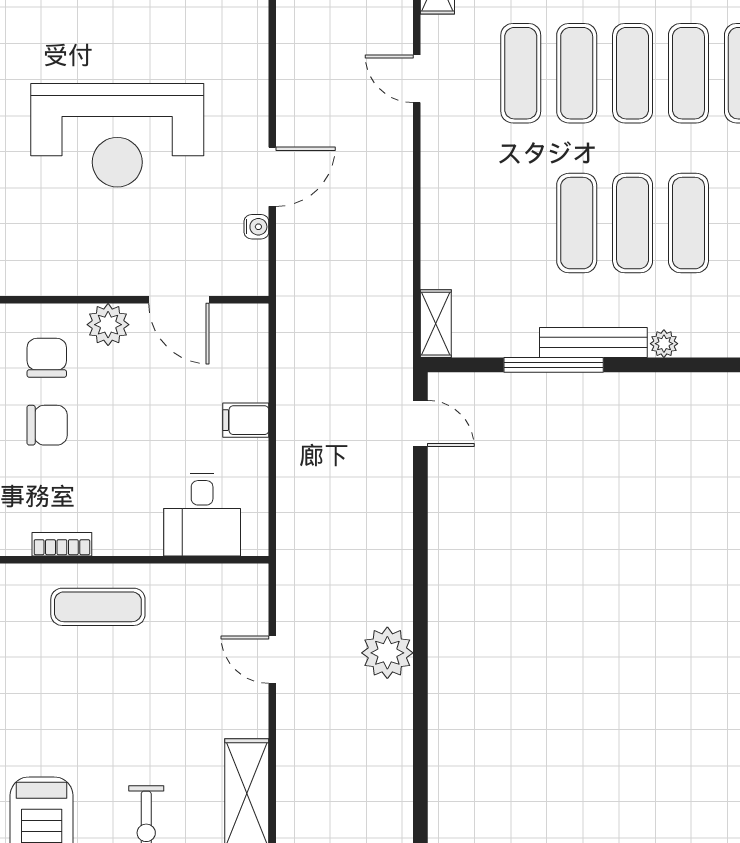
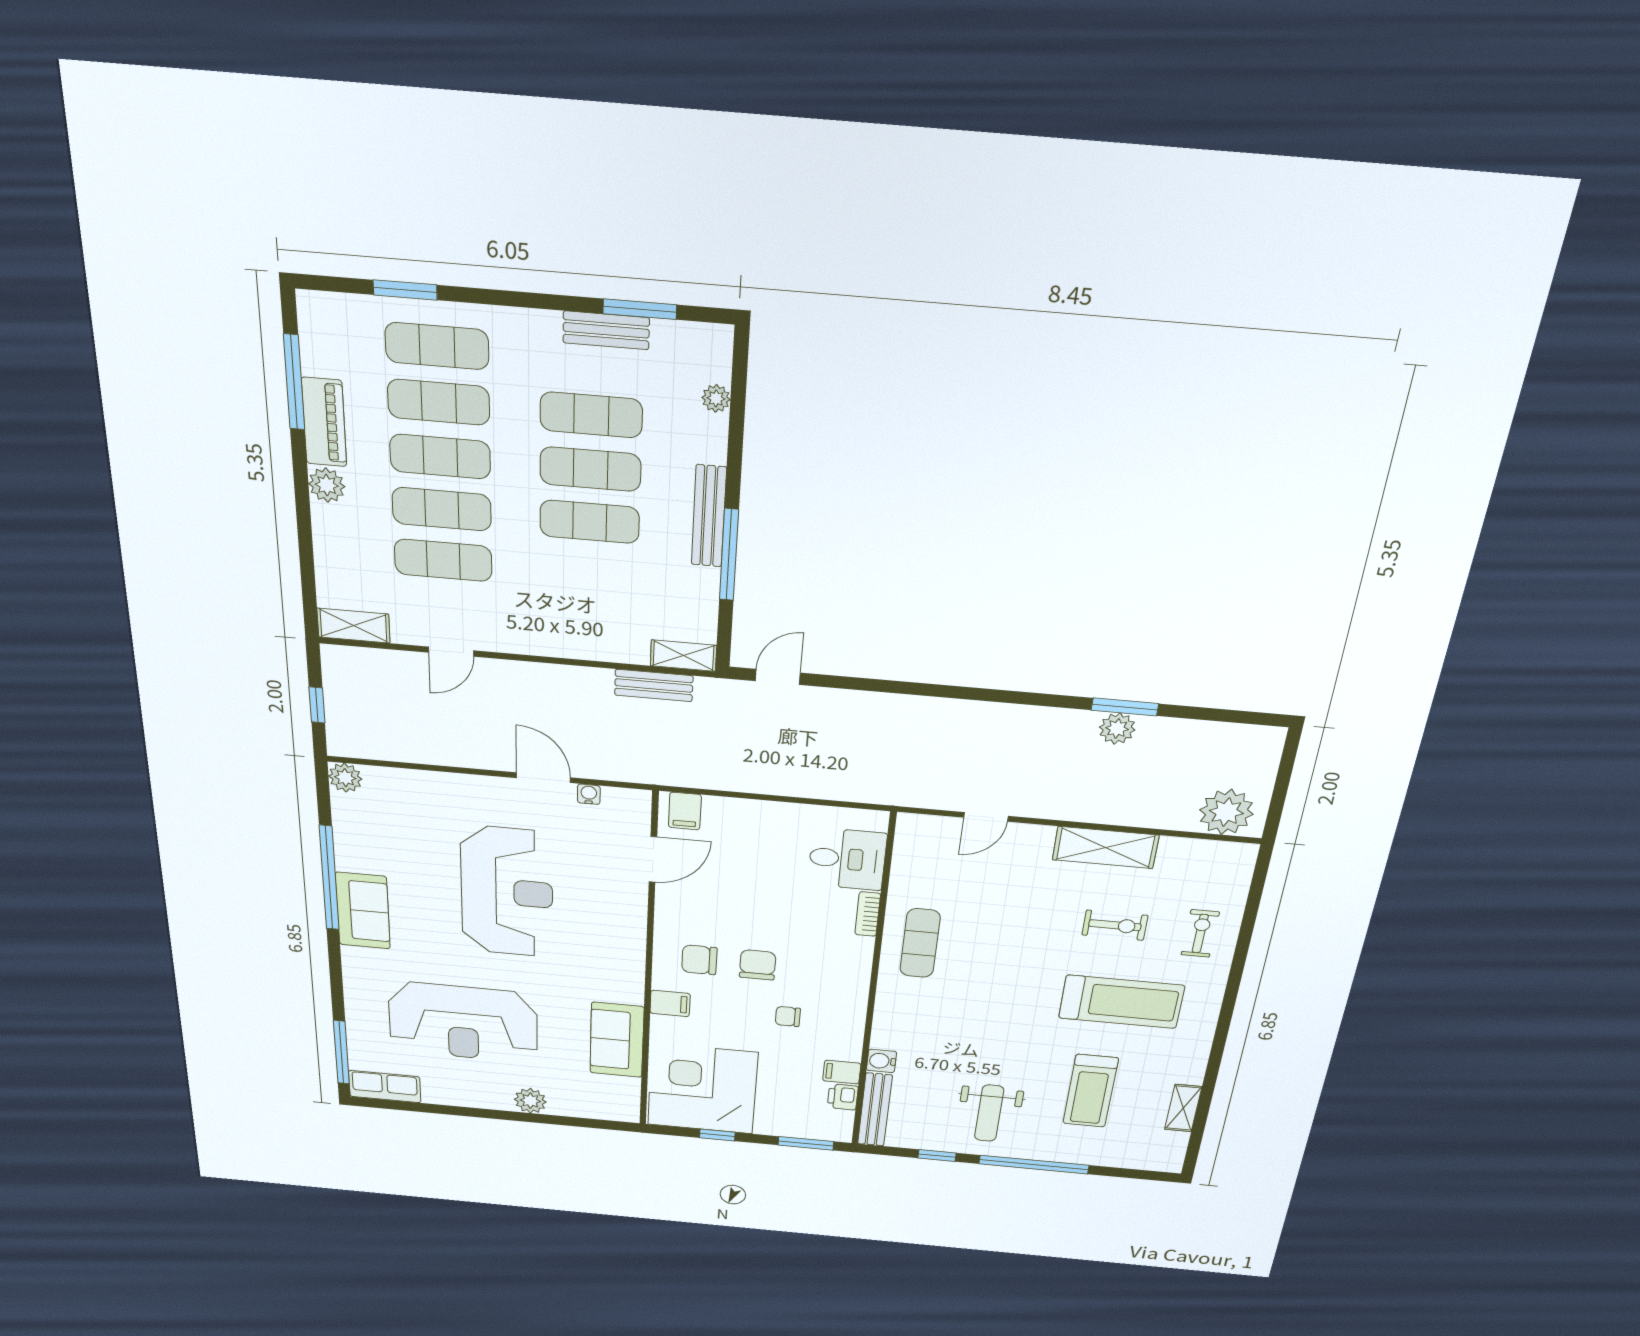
bench: (398, 294) -> (654, 685), added
plant: (108, 325) -> (673, 914), removed
plant: (664, 344) -> (716, 398), moved
filing cabinet: (246, 420) -> (685, 811), moved
bookcase: (62, 544) -> (868, 914), moved
plant: (387, 653) -> (1117, 729), moved, width x0.73, depth x0.73
window: (420, 786) -> (1125, 707), added

